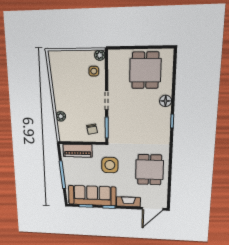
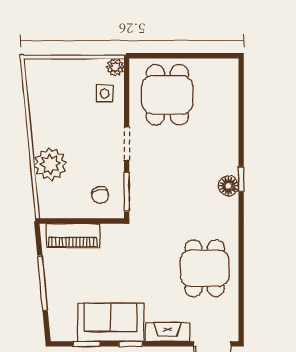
dining table: (145, 70) -> (167, 95), moved
floor lamp: (166, 101) -> (229, 186), moved
plant: (61, 116) -> (50, 164), width x1.87, depth x1.87
side table: (110, 165) -> (132, 261), removed
sofa: (92, 196) -> (111, 322), width x0.73

